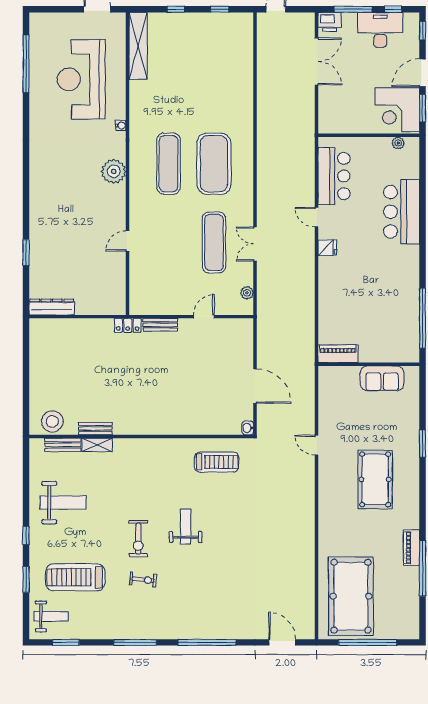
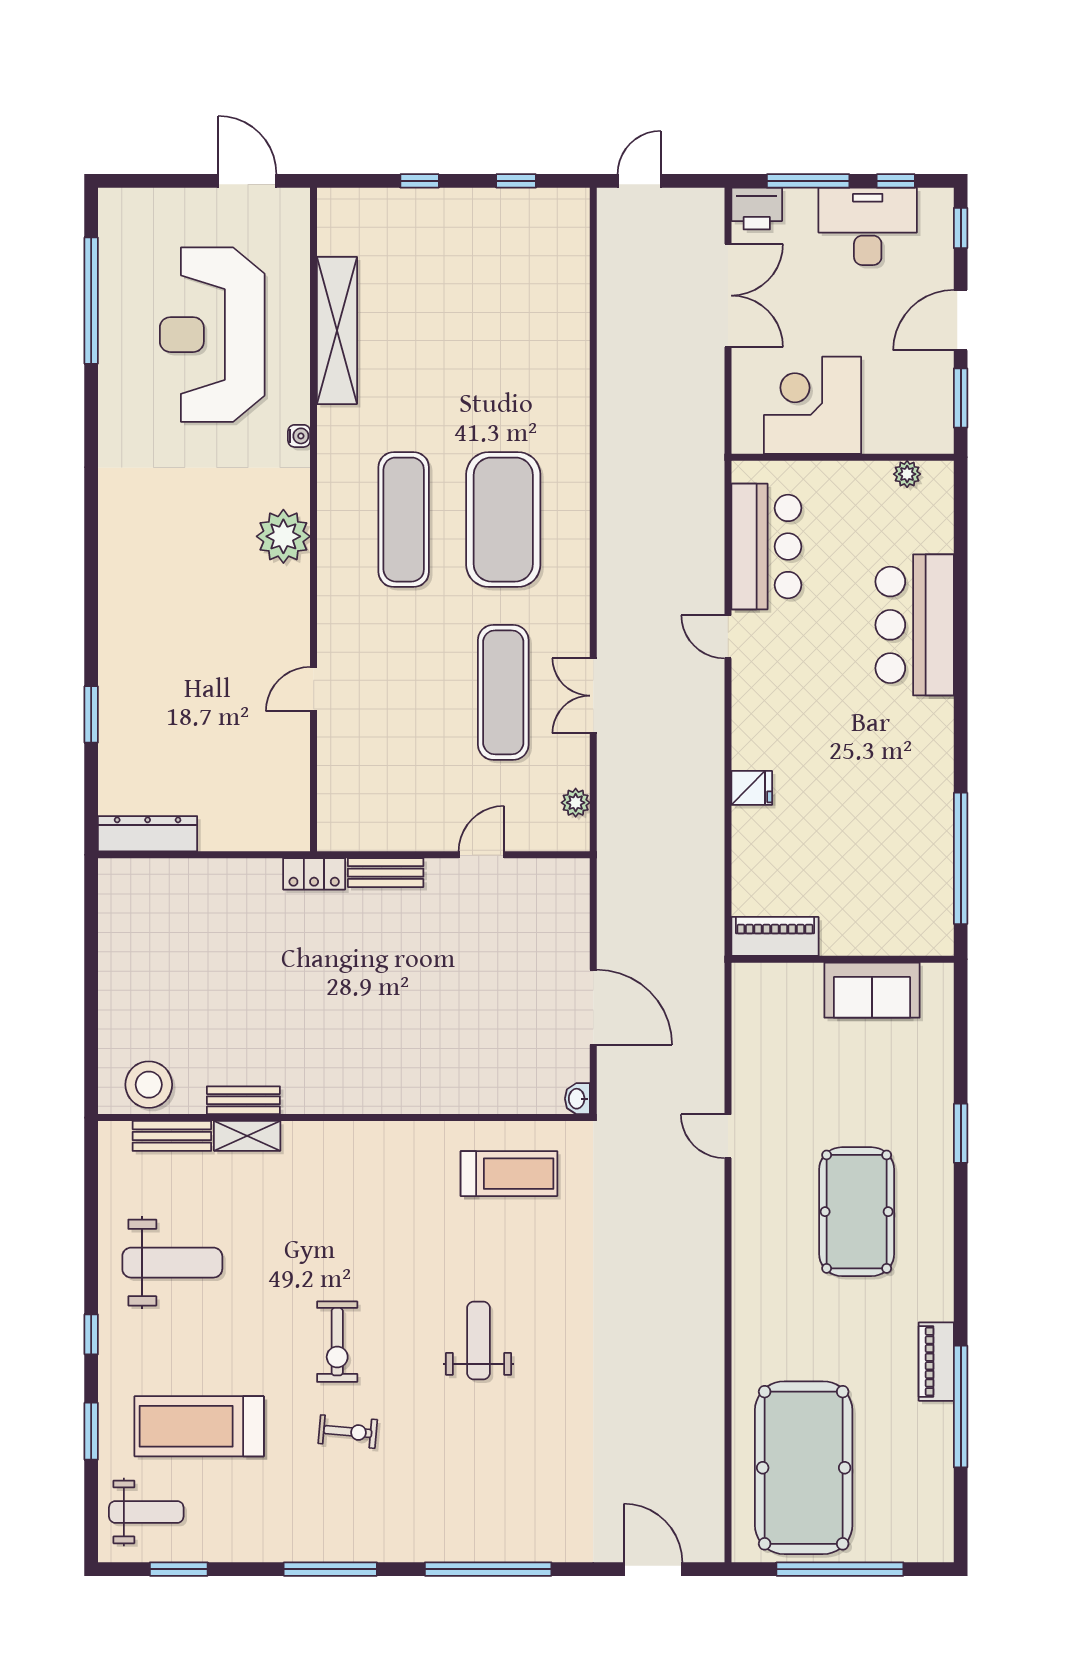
shelving: (138, 46) -> (337, 330), moved
corner desk: (397, 110) -> (812, 405), moved, turned 90
fridge: (327, 248) -> (752, 788), moved
weight bench: (186, 526) -> (478, 1340), moved

